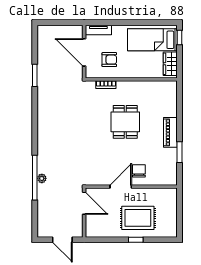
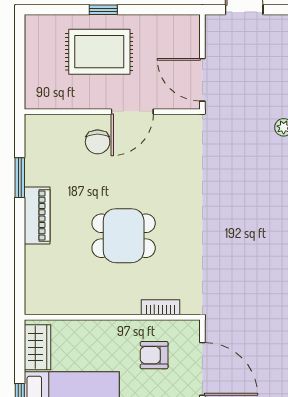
dining table: (125, 122) -> (124, 236), turned 90

